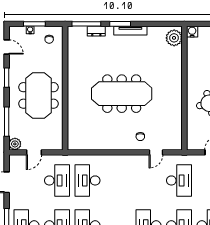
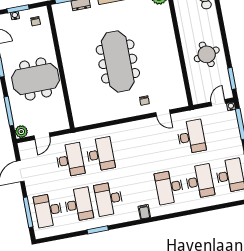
meeting table: (122, 94) -> (118, 61), turned 90
meeting table: (38, 95) -> (36, 79), turned 90
door: (156, 152) -> (163, 113), hinge flipped
desk: (87, 180) -> (100, 154), turned 180

